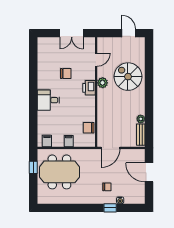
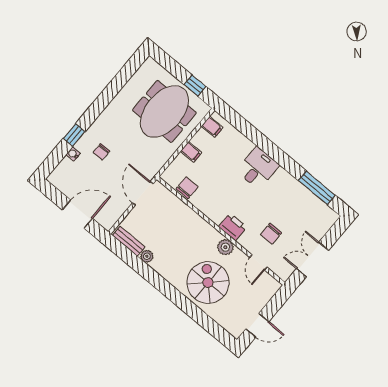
window: (33, 62) -> (317, 188), added
chair: (66, 74) -> (271, 234), moved
spiral stairs: (128, 77) -> (208, 283), turned -90

